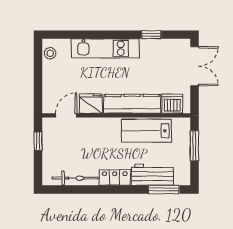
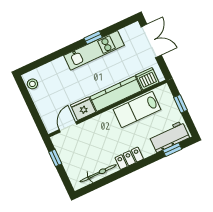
window: (151, 35) -> (93, 38), moved
kitchen unit: (105, 48) -> (94, 50), moved
window: (195, 146) -> (181, 104), width x0.67
workbench: (152, 175) -> (169, 137), moved
window: (164, 189) -> (172, 150), width x0.67

